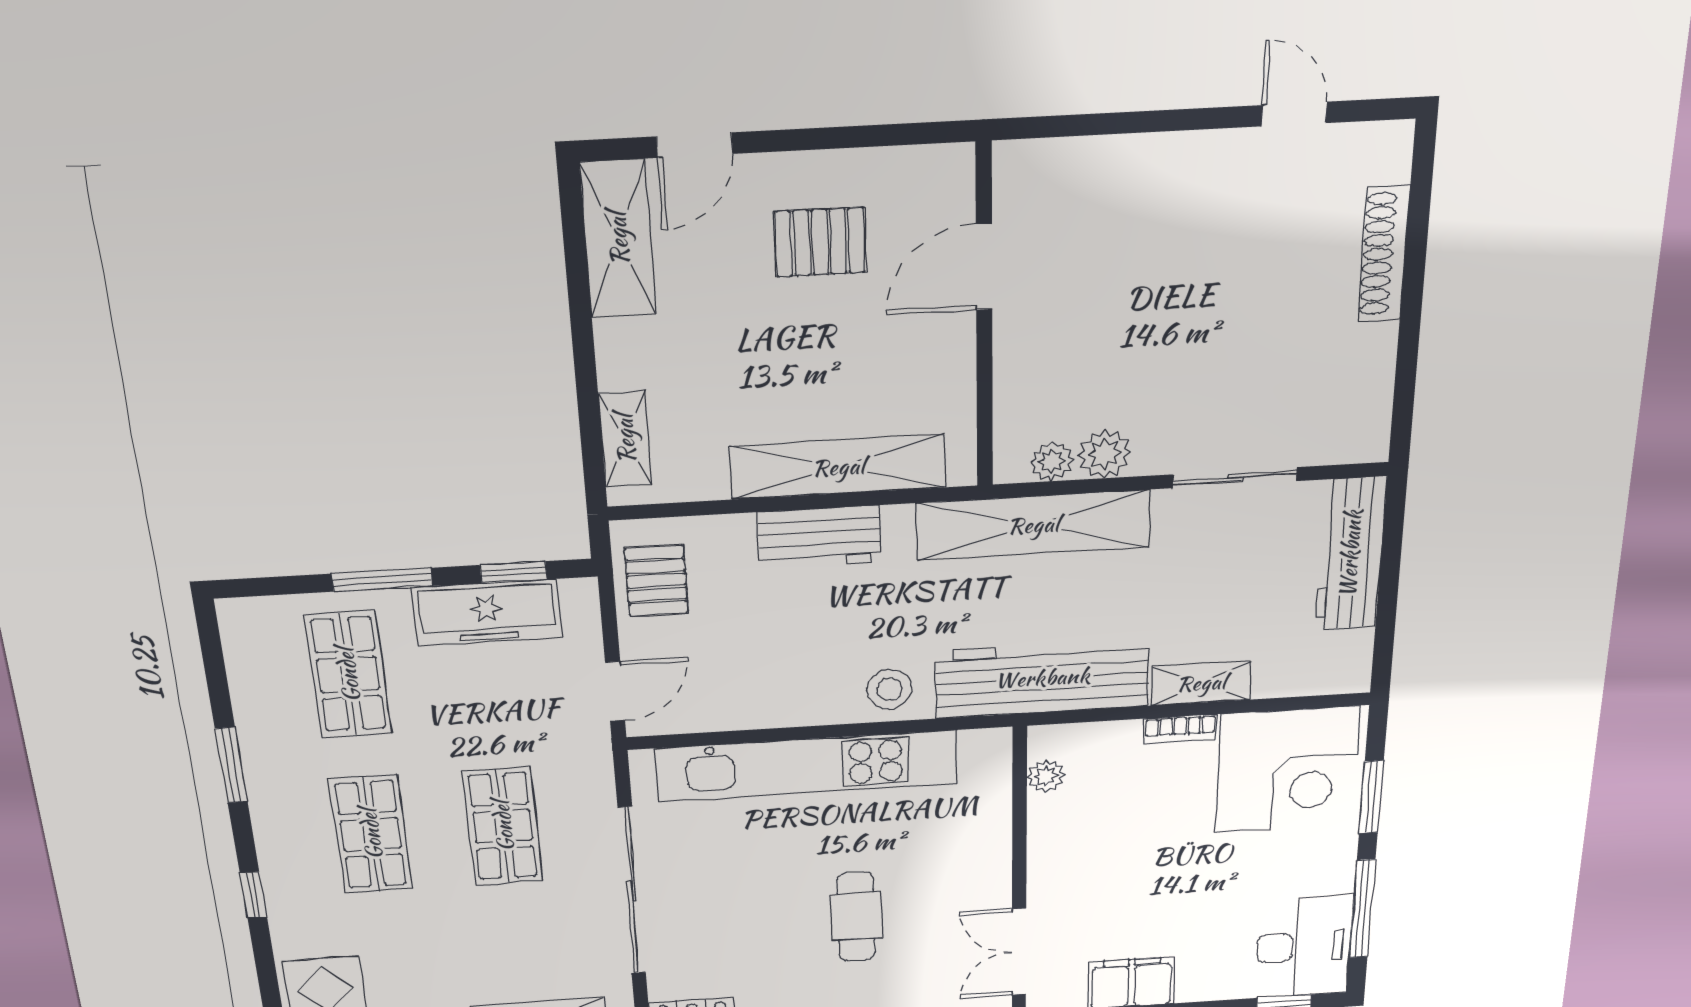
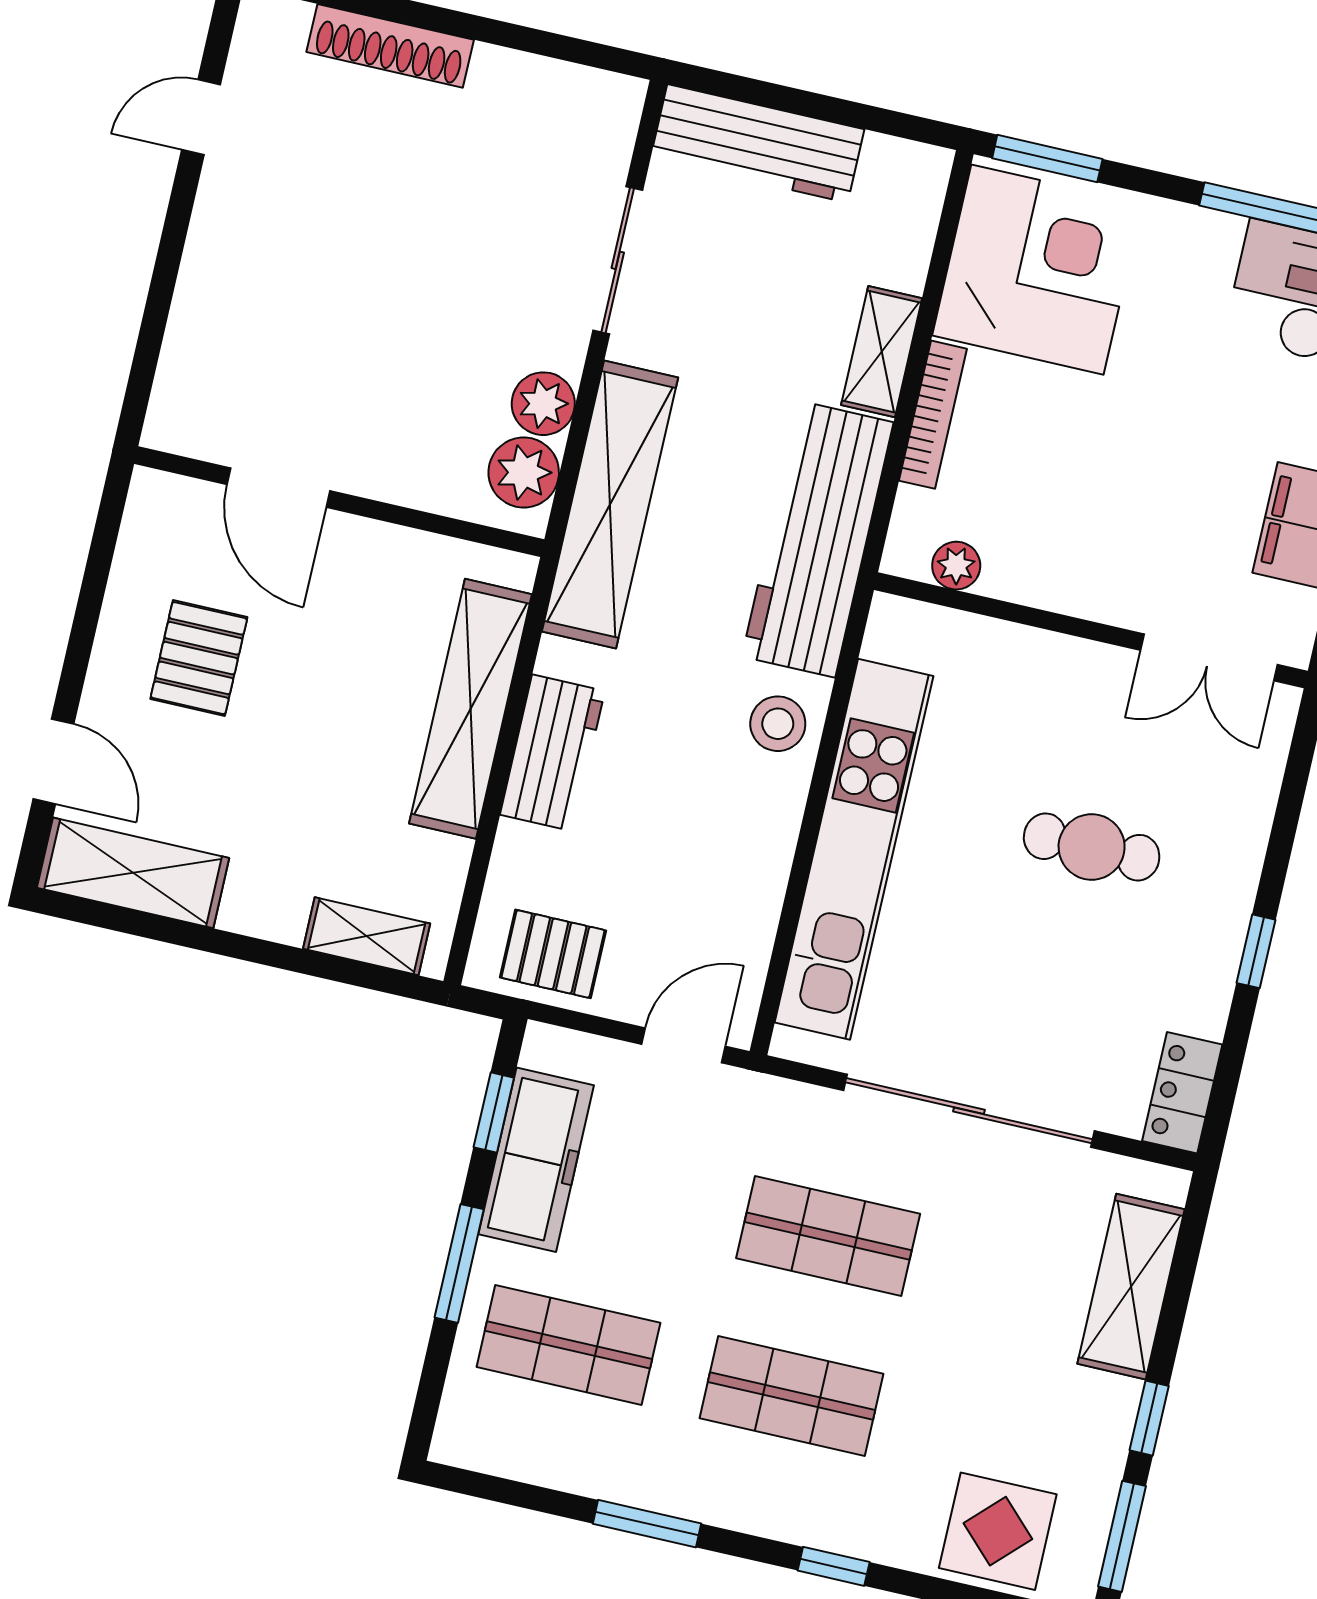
plant: (1052, 461) -> (524, 473), width x1.38, depth x1.38
door: (615, 691) -> (683, 1045), hinge flipped
bookcase: (1180, 729) -> (933, 415), width x1.56
window: (1371, 797) -> (1047, 159), moved

